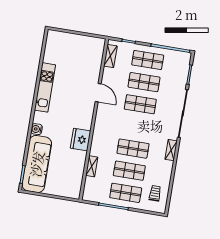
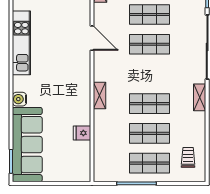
fridge: (81, 140) -> (82, 133), moved, width x0.53, depth x0.75
shelving: (92, 166) -> (99, 95), moved

